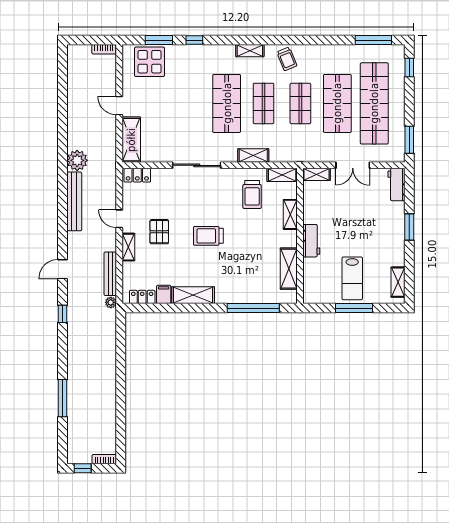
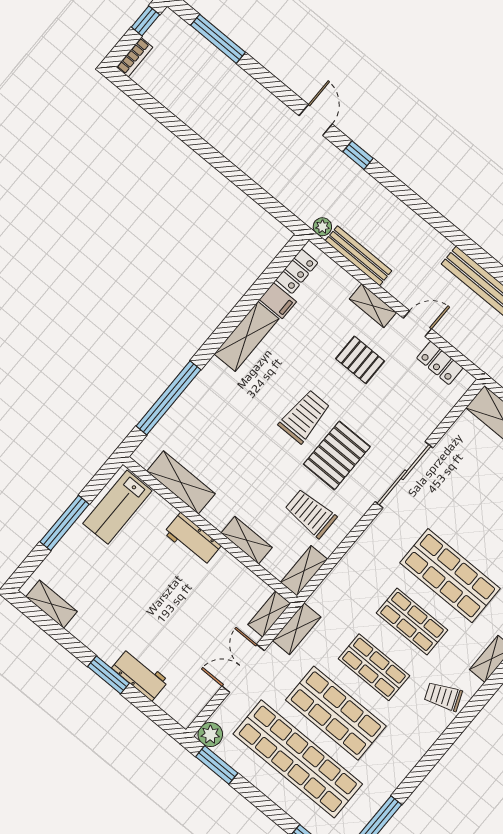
plant: (397, 155) -> (210, 734), added
shelving: (253, 156) -> (297, 629), moved
locker: (137, 175) -> (440, 363), moved, turned -90
workbench: (396, 184) -> (140, 674), moved
pallet: (214, 205) -> (337, 455), added
door: (62, 269) -> (316, 120), moved
lab bench: (352, 278) -> (117, 507), moved, turned -90
window: (62, 398) -> (218, 39), moved

